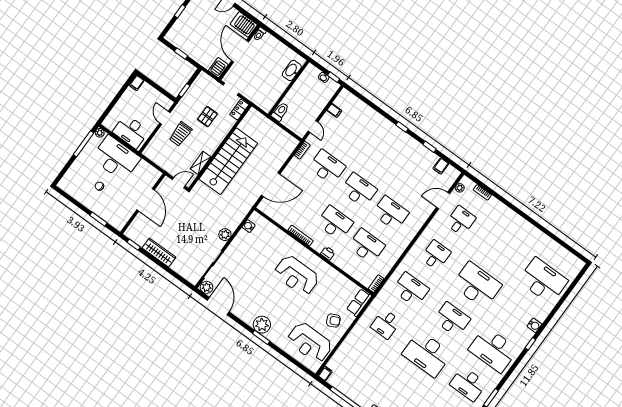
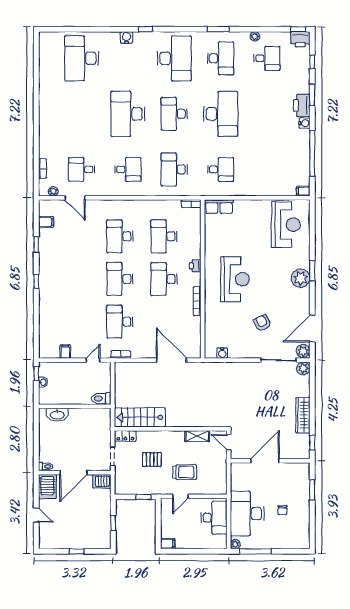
stairs: (228, 161) -> (140, 417), moved, width x0.73, depth x0.66
plant: (225, 235) -> (303, 368), moved
desk: (436, 255) -> (128, 169), turned 180
armchair: (333, 321) -> (262, 323), moved

